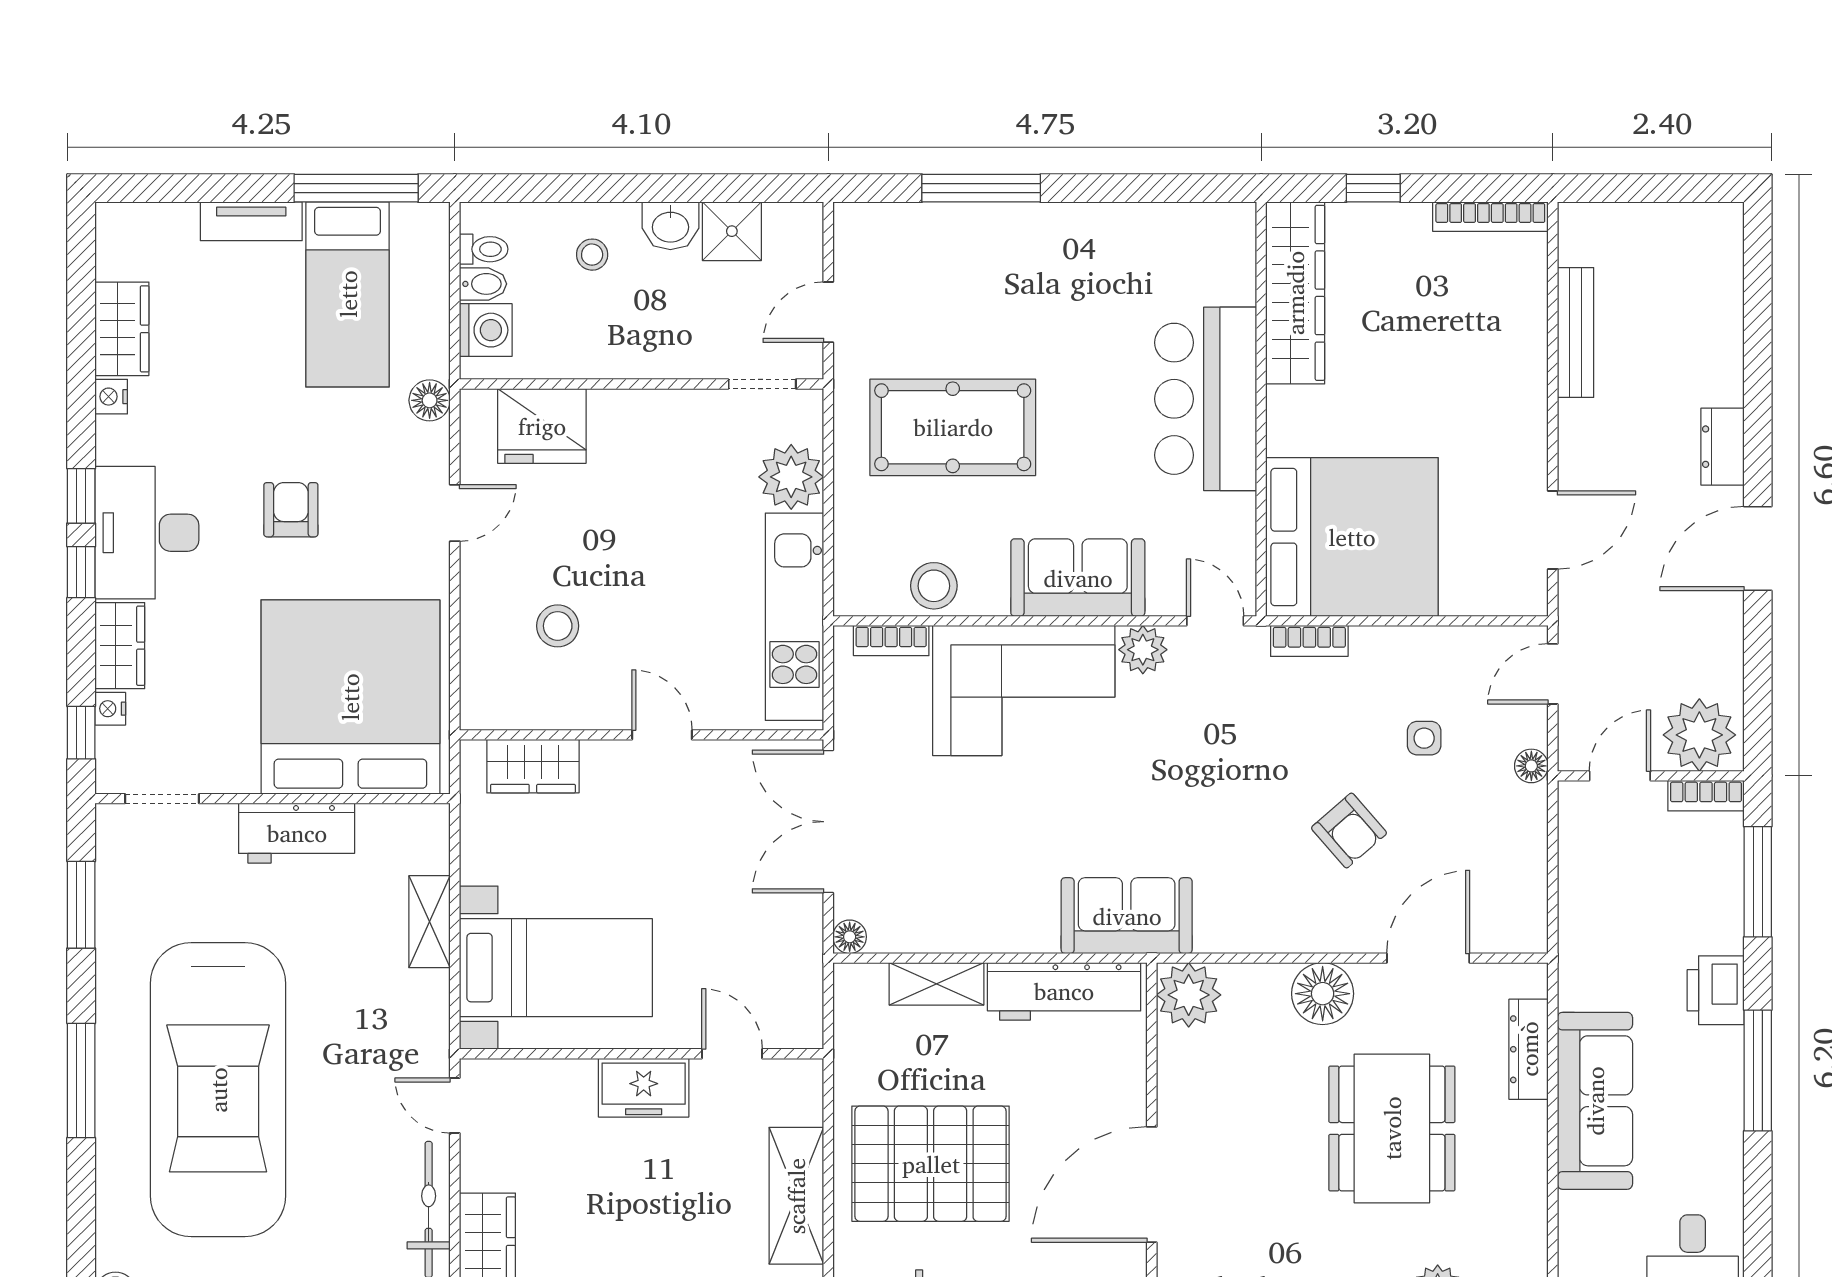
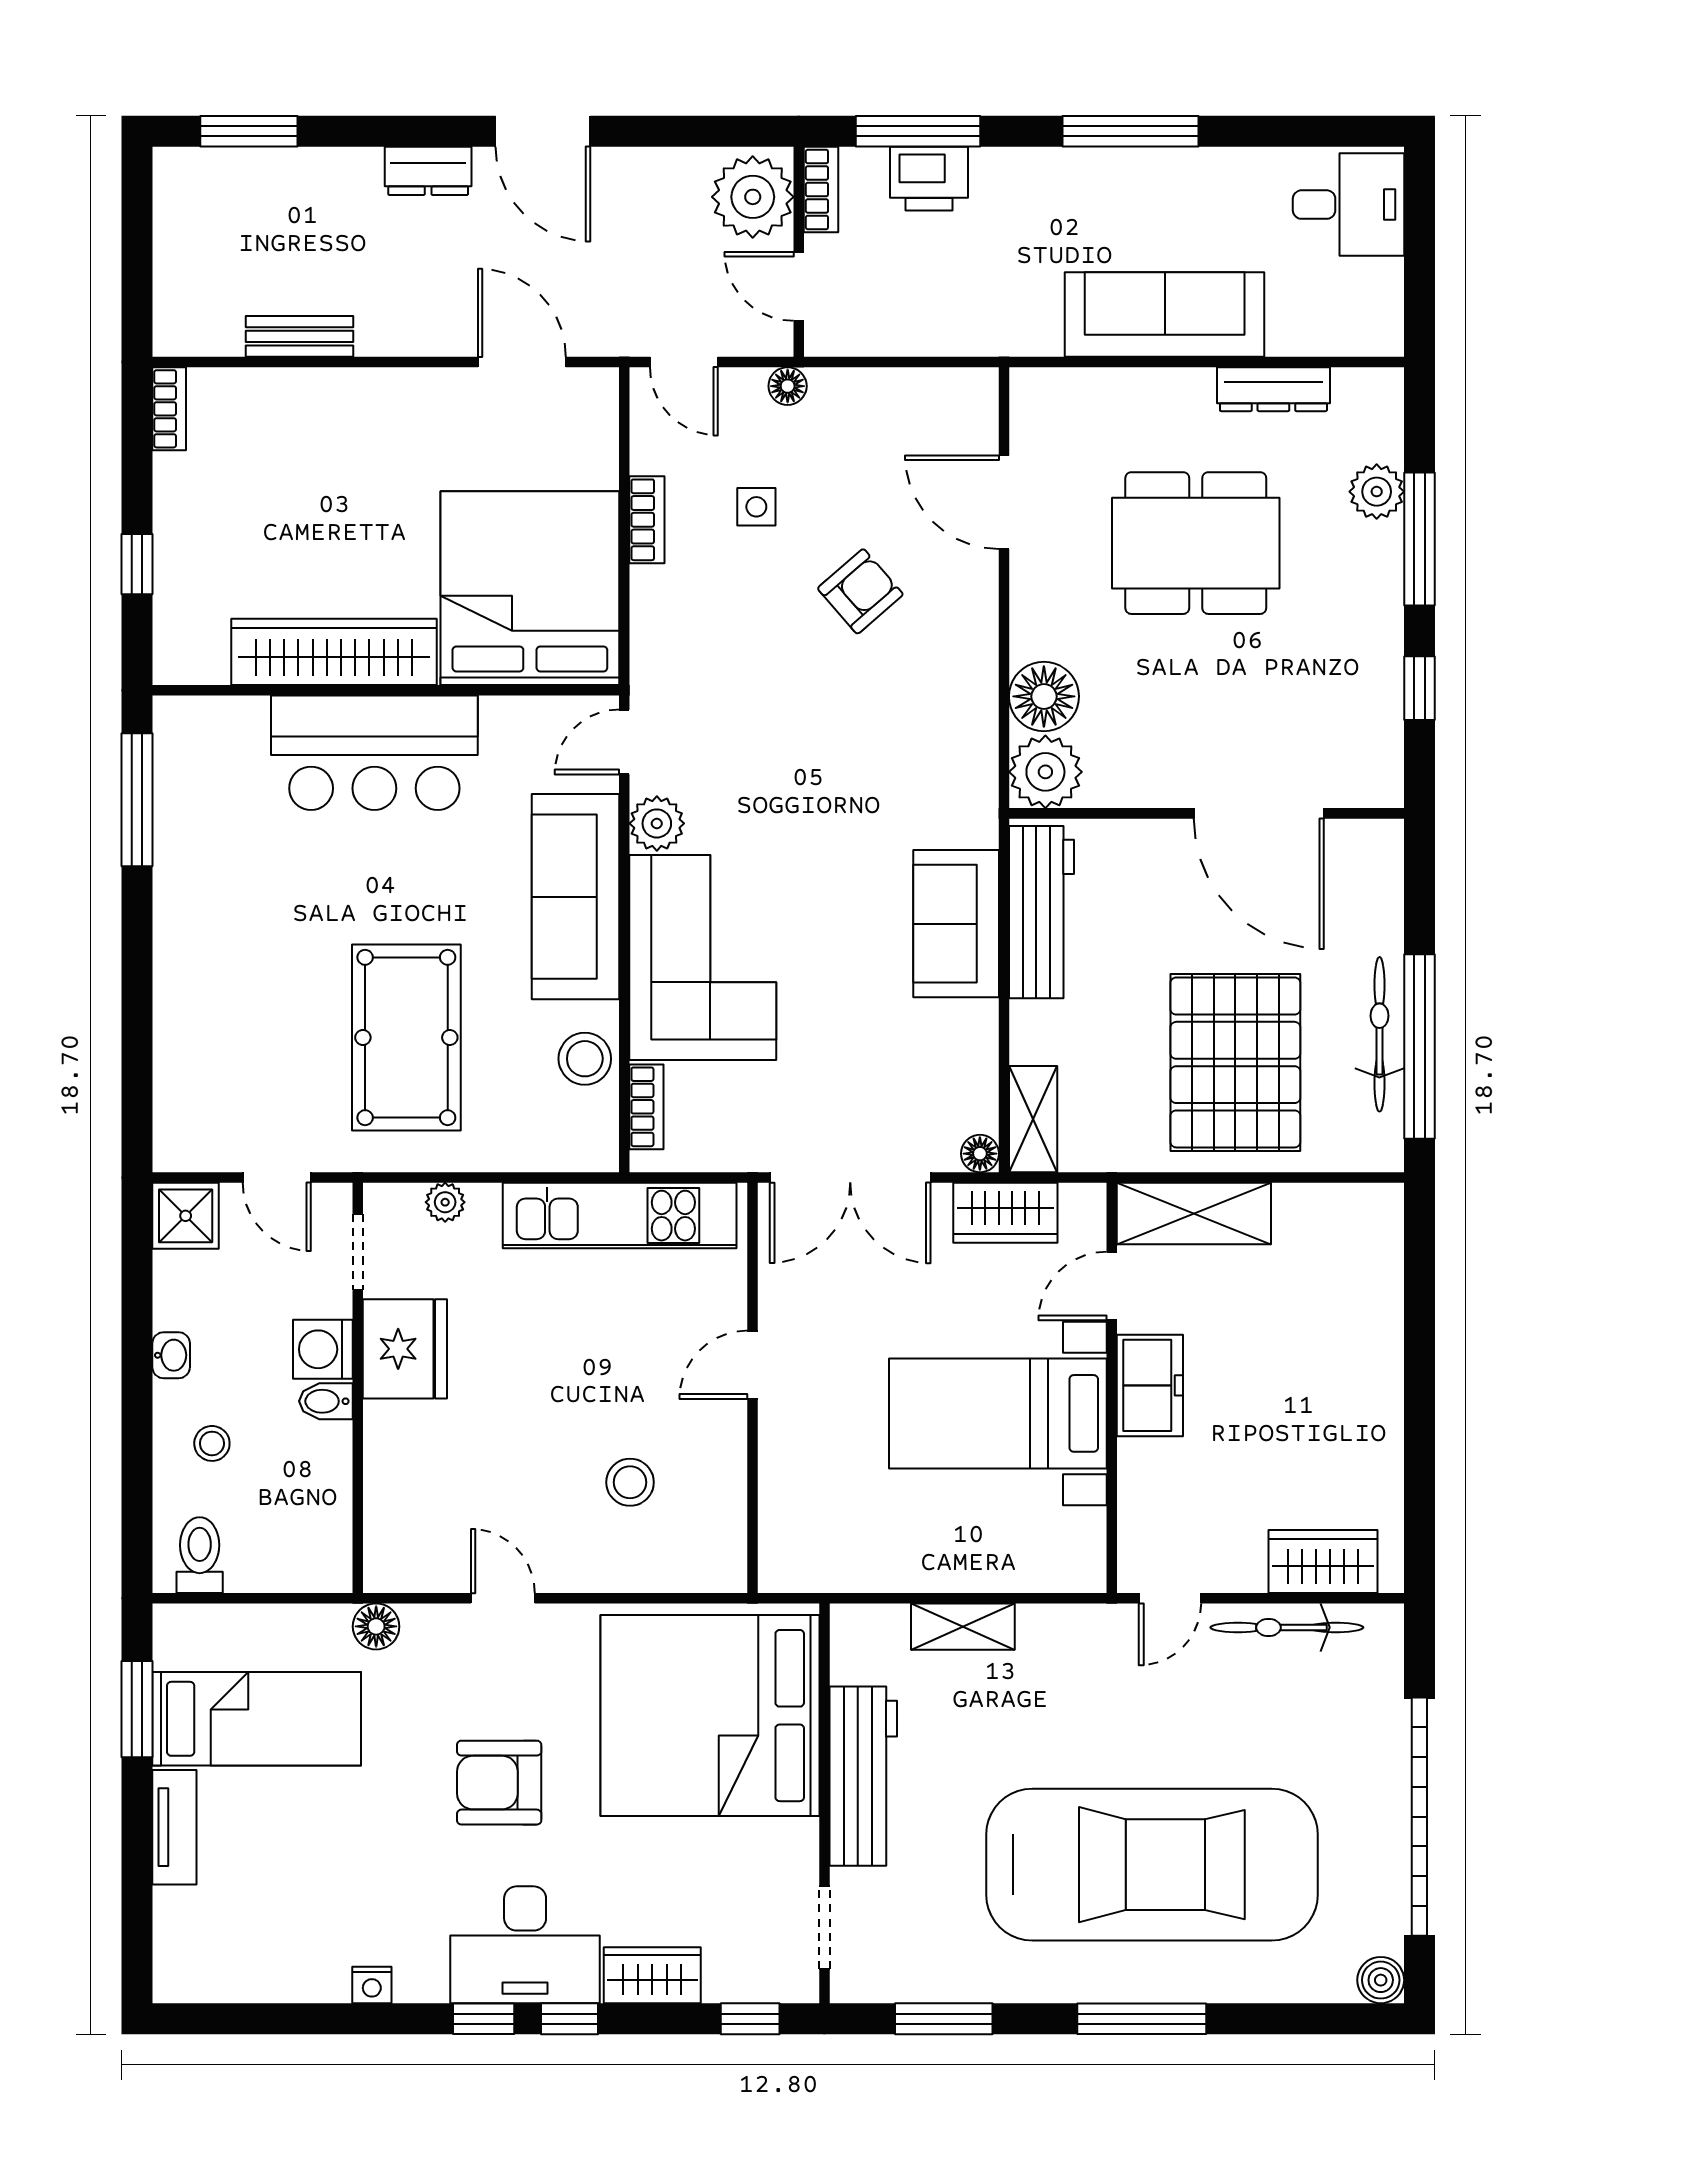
window: (356, 188) -> (137, 1709), width x0.69
window: (981, 188) -> (137, 800), moved
bookcase: (1490, 217) -> (169, 409), width x0.64
washbasin: (670, 226) -> (171, 1355), width x0.72, depth x0.69
shower: (732, 231) -> (186, 1216), moved
toilet: (484, 249) -> (200, 1555), width x1.37, depth x1.39
bidet: (483, 284) -> (326, 1401), moved, turned -90
window: (1758, 287) -> (249, 131), added
wardrobe: (1295, 293) -> (334, 652), moved
wardrobe: (122, 329) -> (296, 1973), removed
washing machine: (486, 330) -> (323, 1349), moved, turned -90
bench: (1575, 332) -> (300, 336), width x0.73
fridge: (542, 426) -> (405, 1349), moved
plant: (791, 477) -> (445, 1202), width x0.53, depth x0.53
armchair: (291, 510) -> (499, 1783), width x1.38, depth x1.38
sofa: (1078, 578) -> (576, 897), width x1.36
bookcase: (1309, 641) -> (647, 520), moved
nightstand: (110, 709) -> (723, 1986), removed
wardrobe: (533, 766) -> (1005, 1213), moved, turned 90
workbench: (297, 833) -> (863, 1776), width x1.38
sofa: (1127, 916) -> (956, 924), moved
bed with nightstands: (556, 968) -> (998, 1413), moved, turned -90
shelving: (937, 984) -> (1033, 1119), moved
printer: (1716, 990) -> (929, 179), moved
floor lamp: (1323, 994) -> (1044, 696), moved
dresser: (1529, 1049) -> (1273, 389), moved
shelving: (796, 1196) -> (1194, 1213), moved

